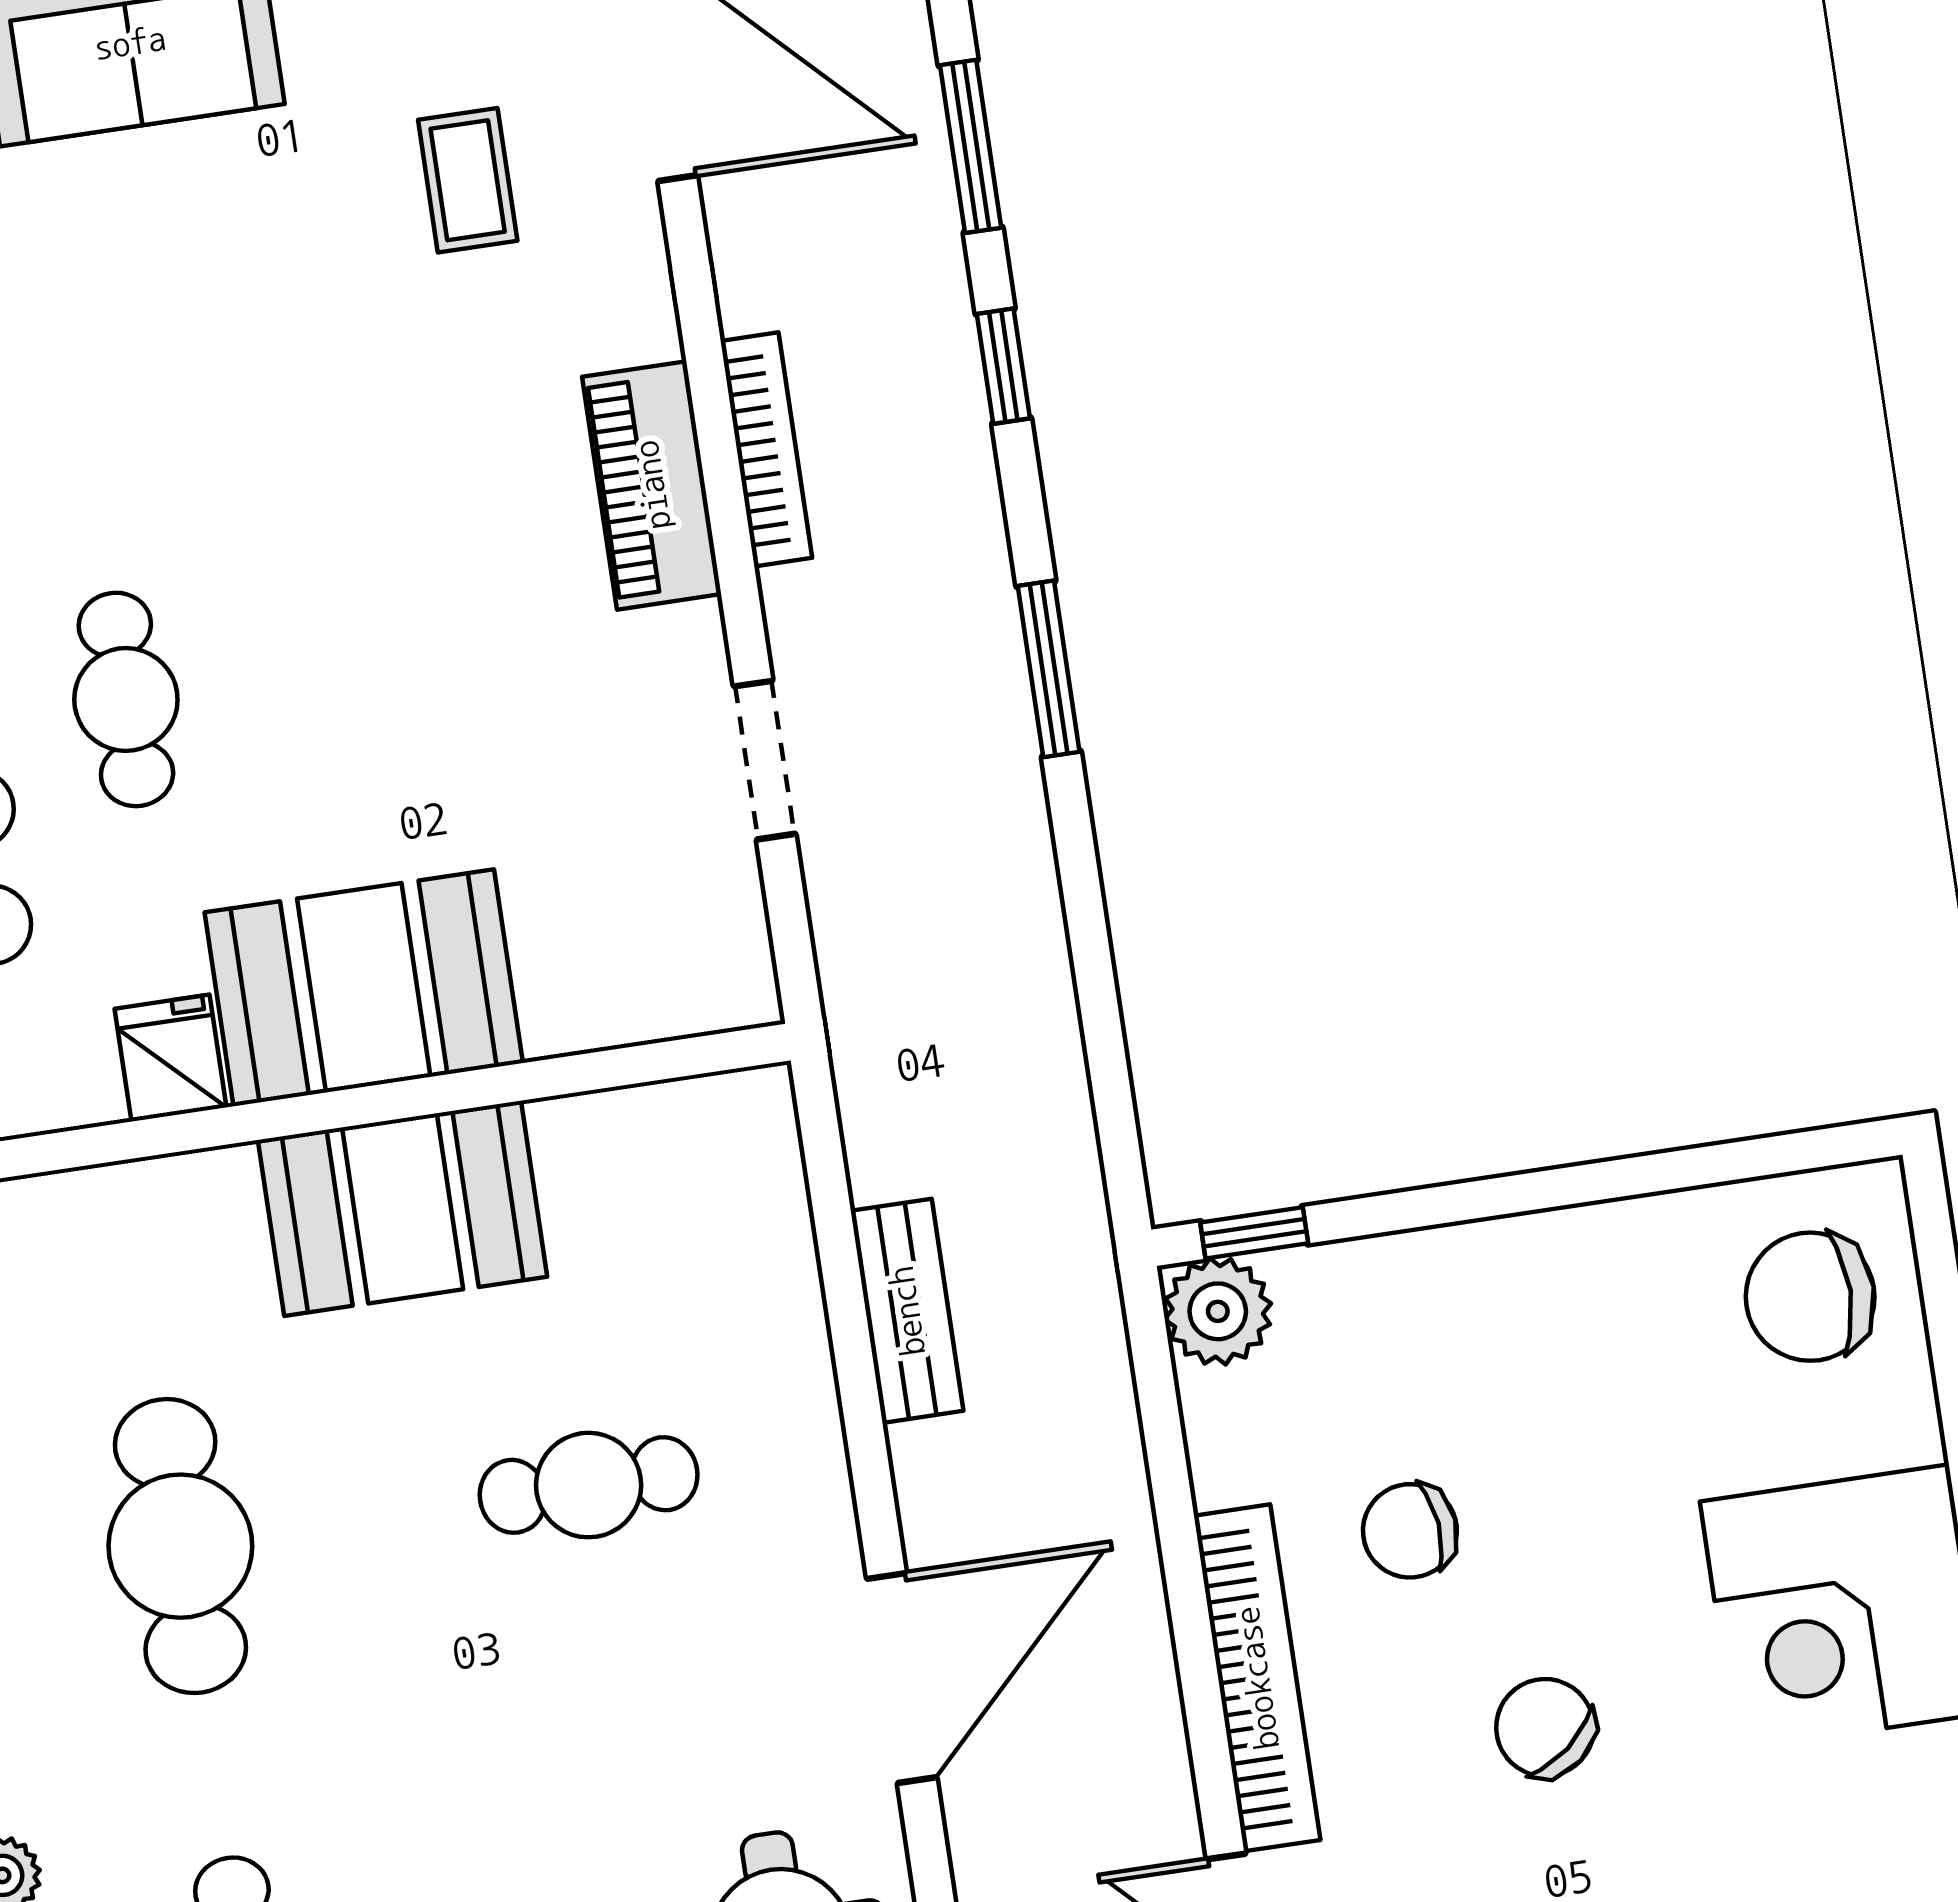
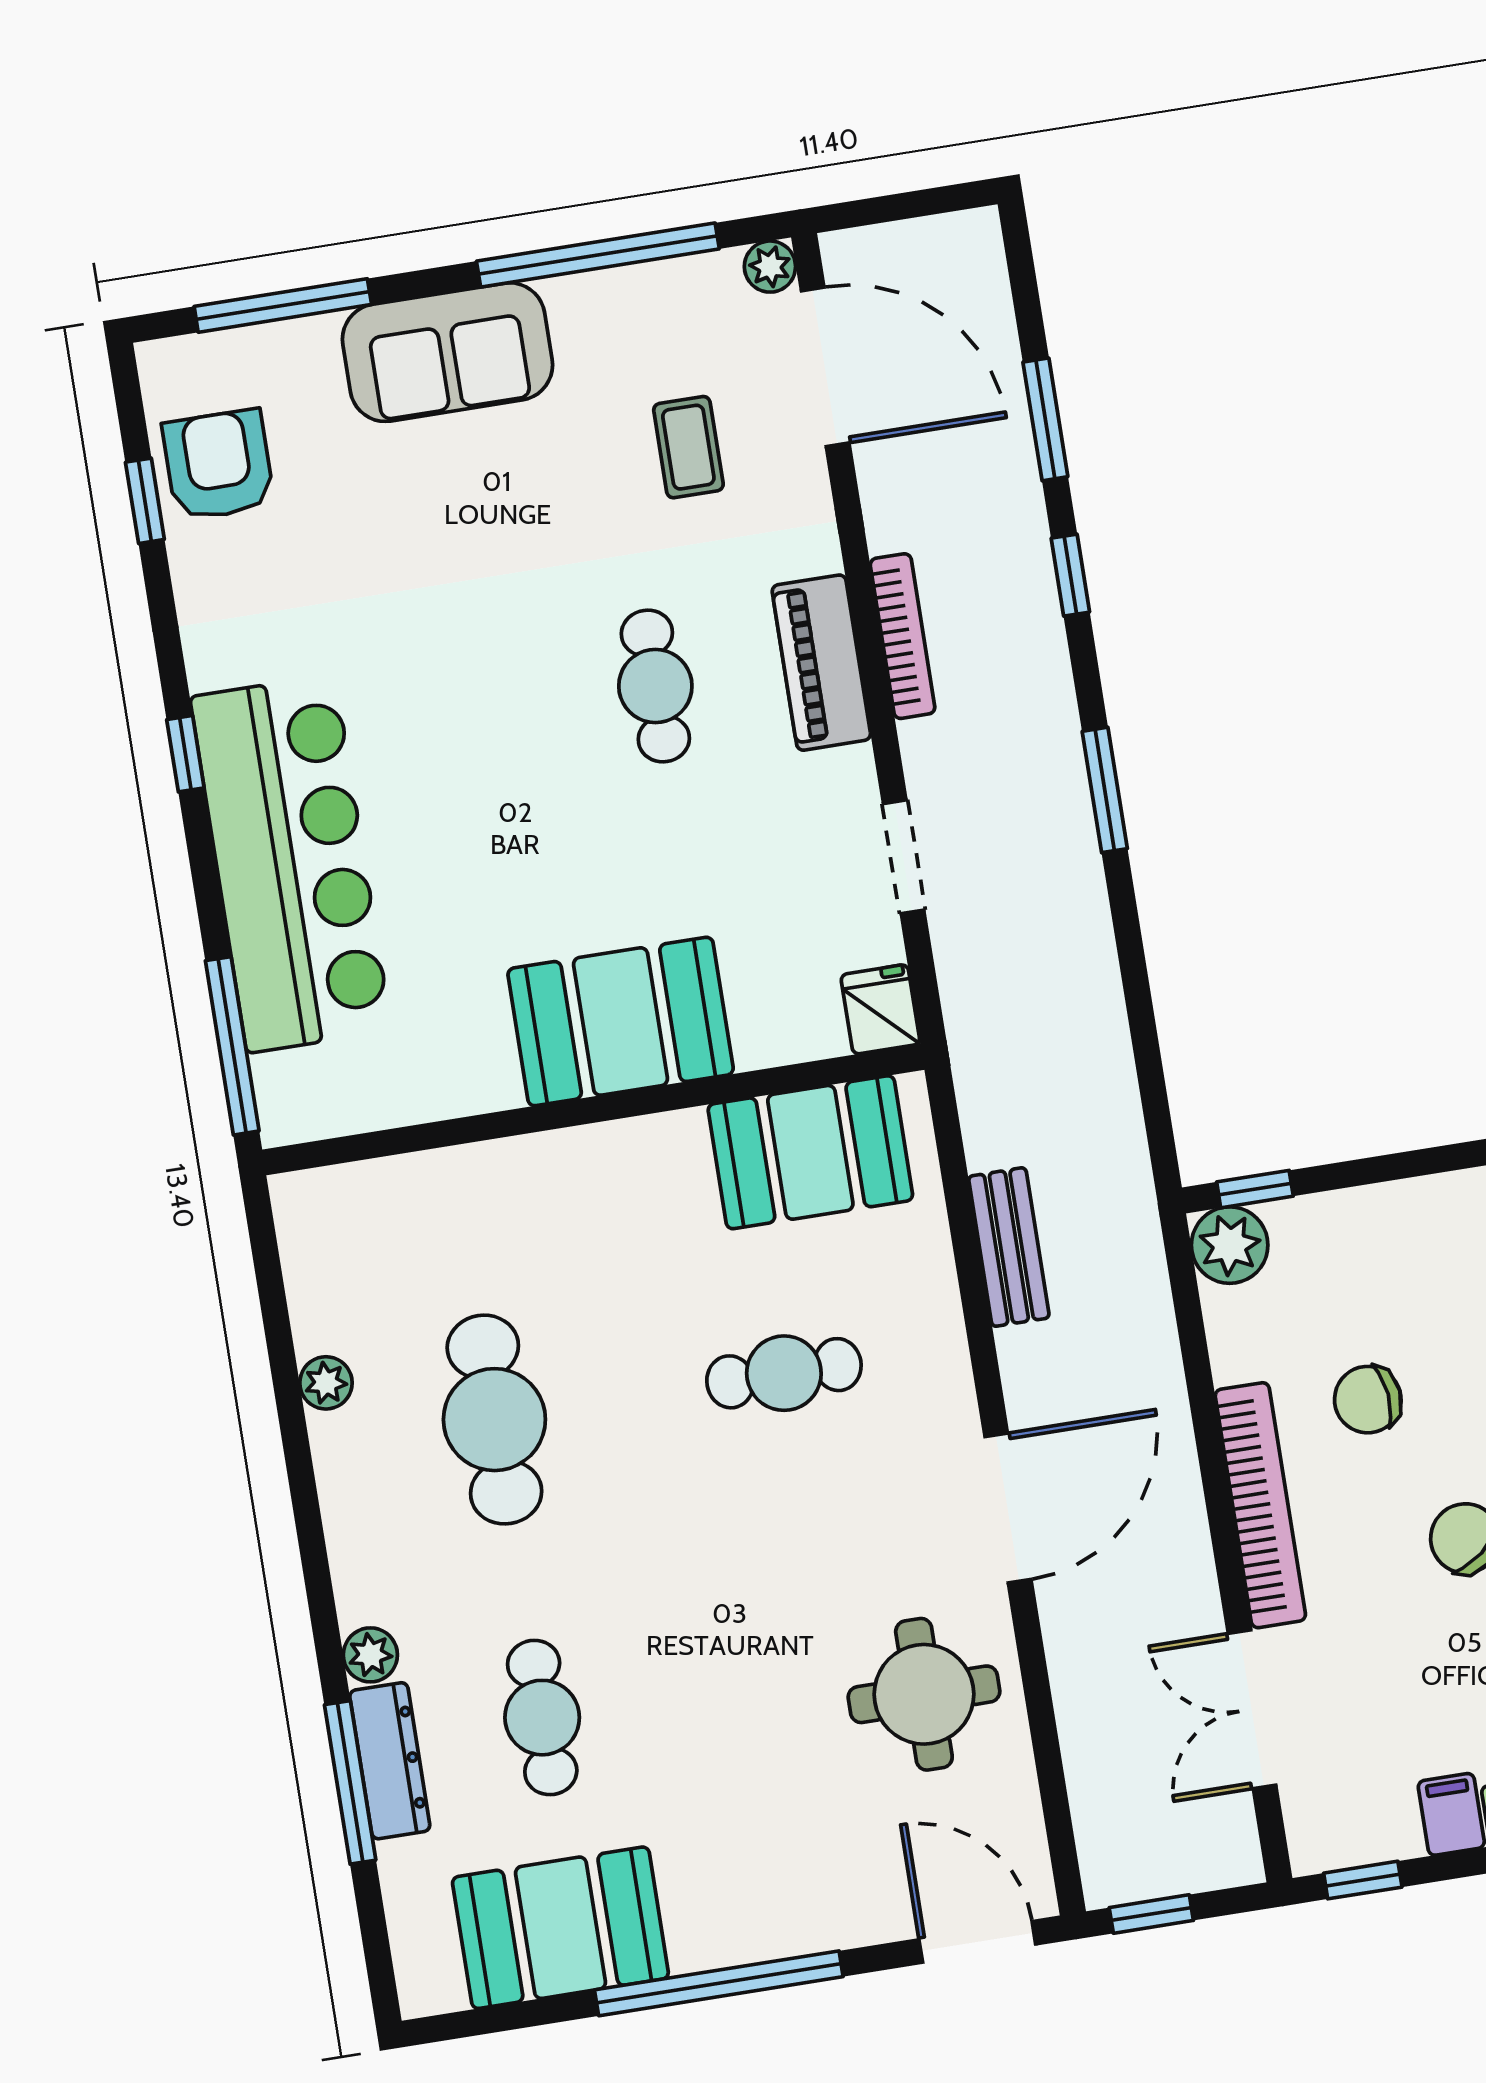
cafe table: (126, 699) -> (655, 686), moved
fridge: (171, 1058) -> (880, 1009), moved
booth: (403, 1208) -> (810, 1152), moved

